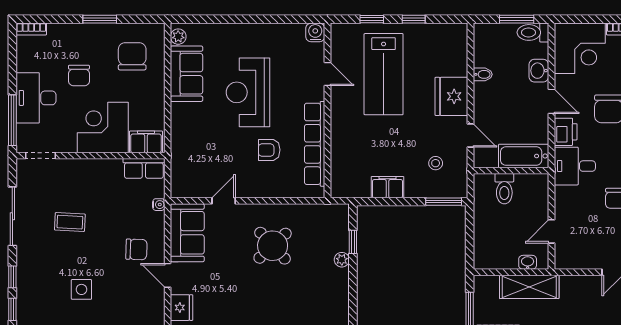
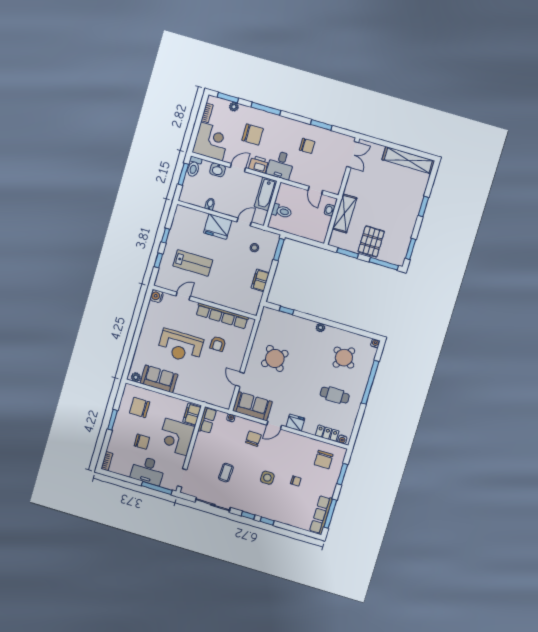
lab bench: (384, 74) -> (193, 263), width x0.73, depth x0.72
plant: (342, 260) -> (320, 328), moved

